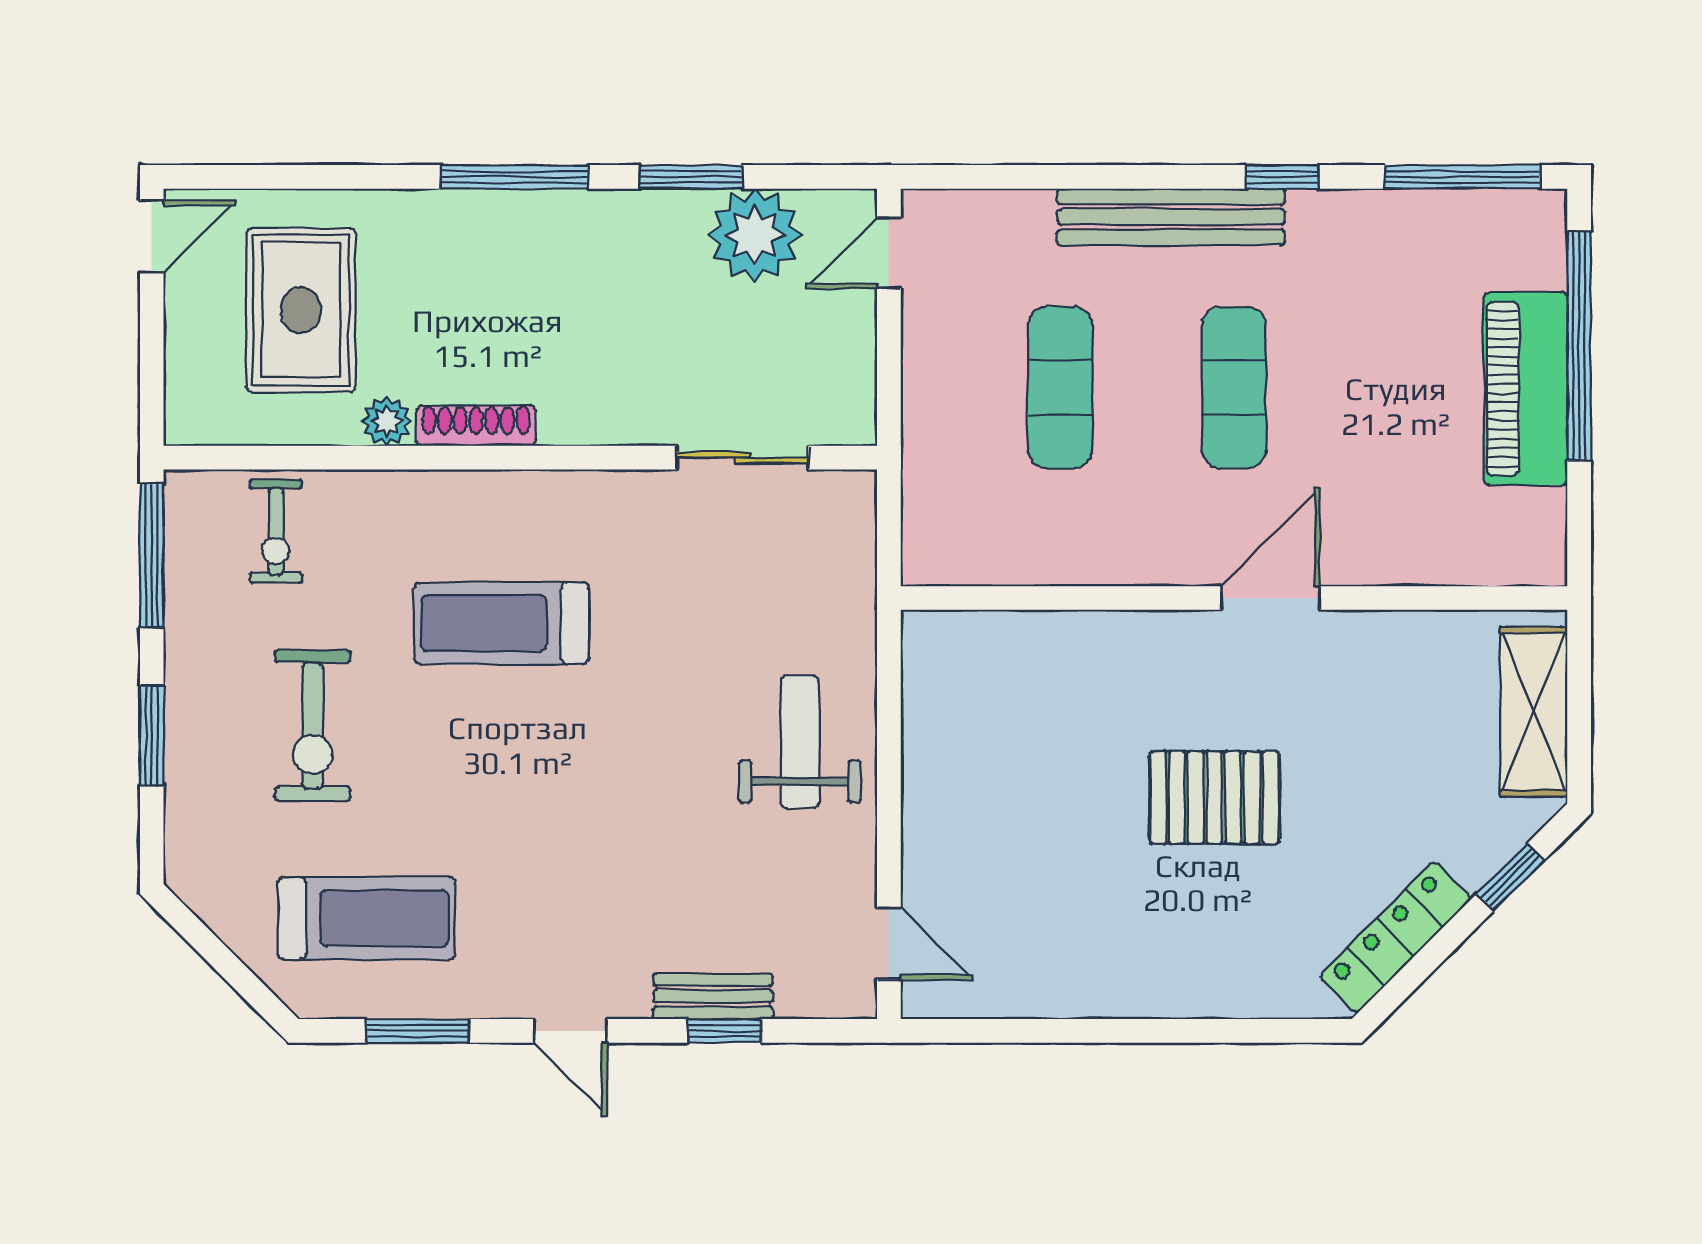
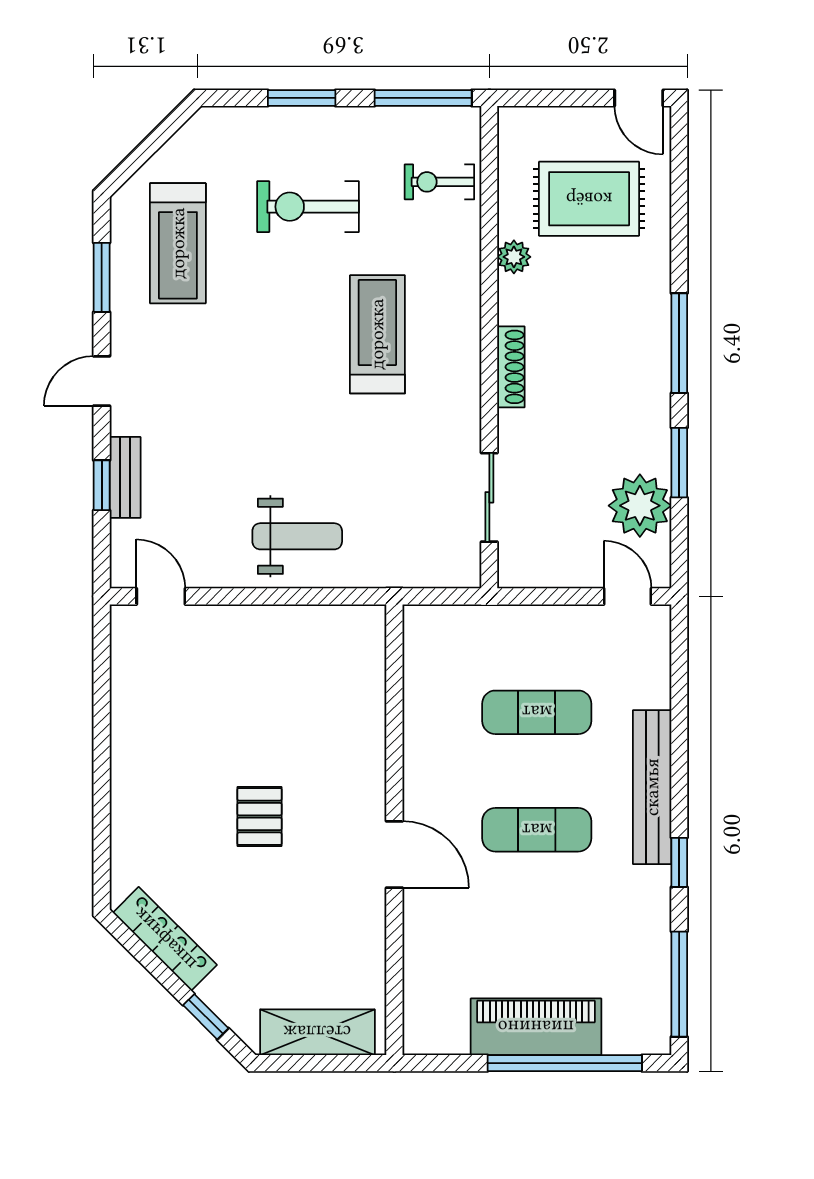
shoe rack: (476, 426) -> (511, 367), moved
pallet: (1214, 797) -> (260, 817), width x0.67, depth x0.71
door: (889, 943) -> (161, 596), swing flipped

